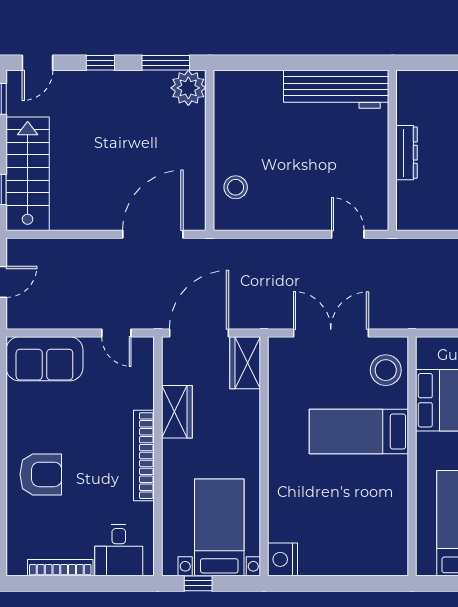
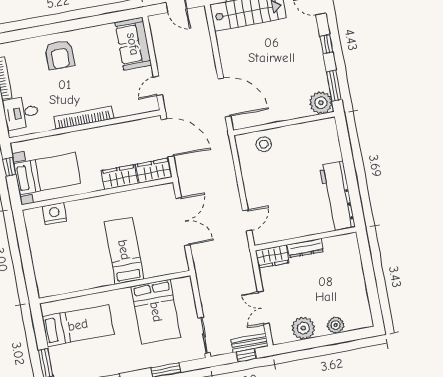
wardrobe: (410, 206) -> (272, 257), added
stool: (386, 370) -> (166, 260), removed
wardrobe: (177, 412) -> (120, 177), moved, turned 180
nightstand: (283, 559) -> (54, 214), moved

